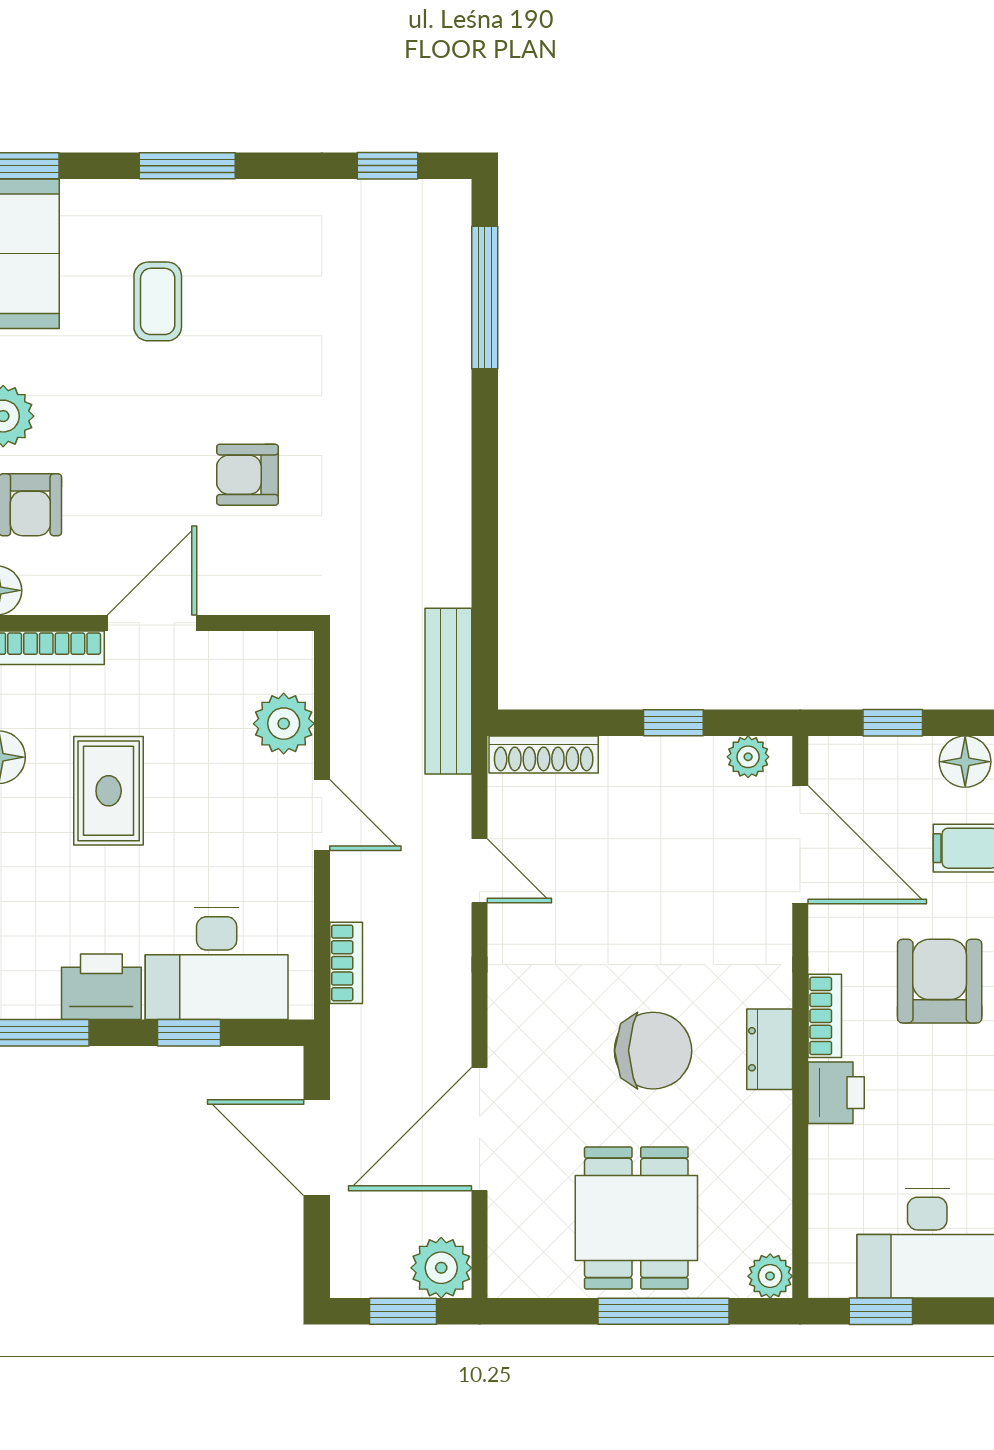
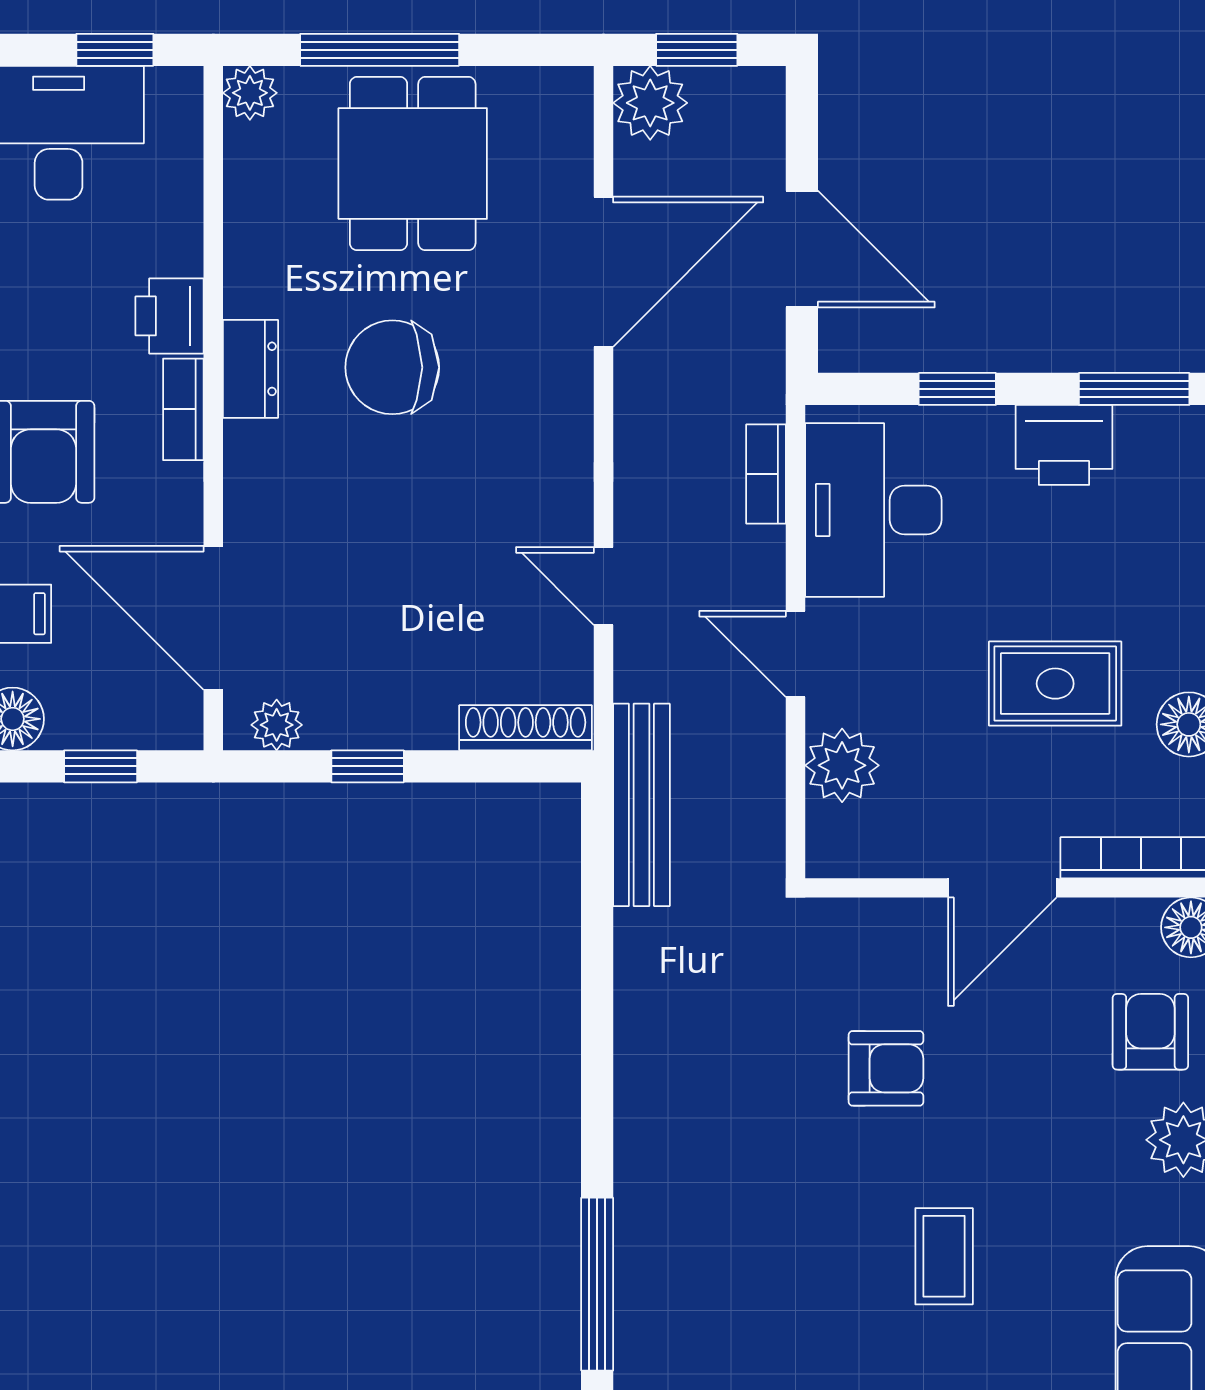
coffee table: (158, 301) -> (944, 1256), moved
rug: (109, 791) -> (1055, 684), turned 90
desk: (217, 964) -> (873, 510), moved, turned -90

